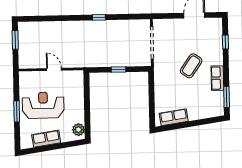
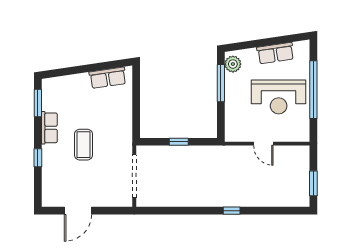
window: (99, 17) -> (232, 211), moved
window: (225, 42) -> (38, 158), moved
coffee table: (191, 66) -> (83, 145), turned -35
window: (17, 111) -> (313, 90), width x2.11
window: (87, 115) -> (221, 83), added

